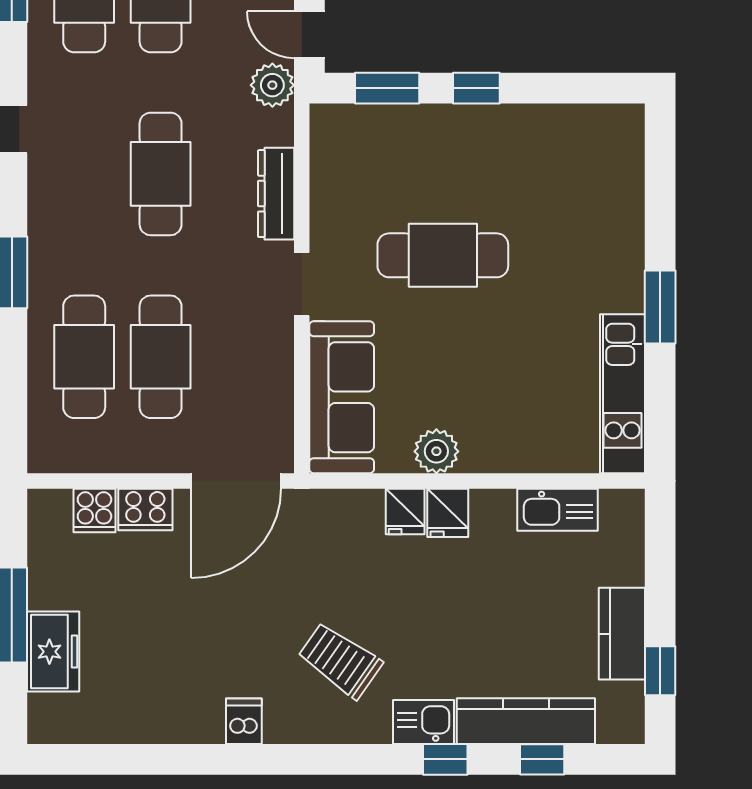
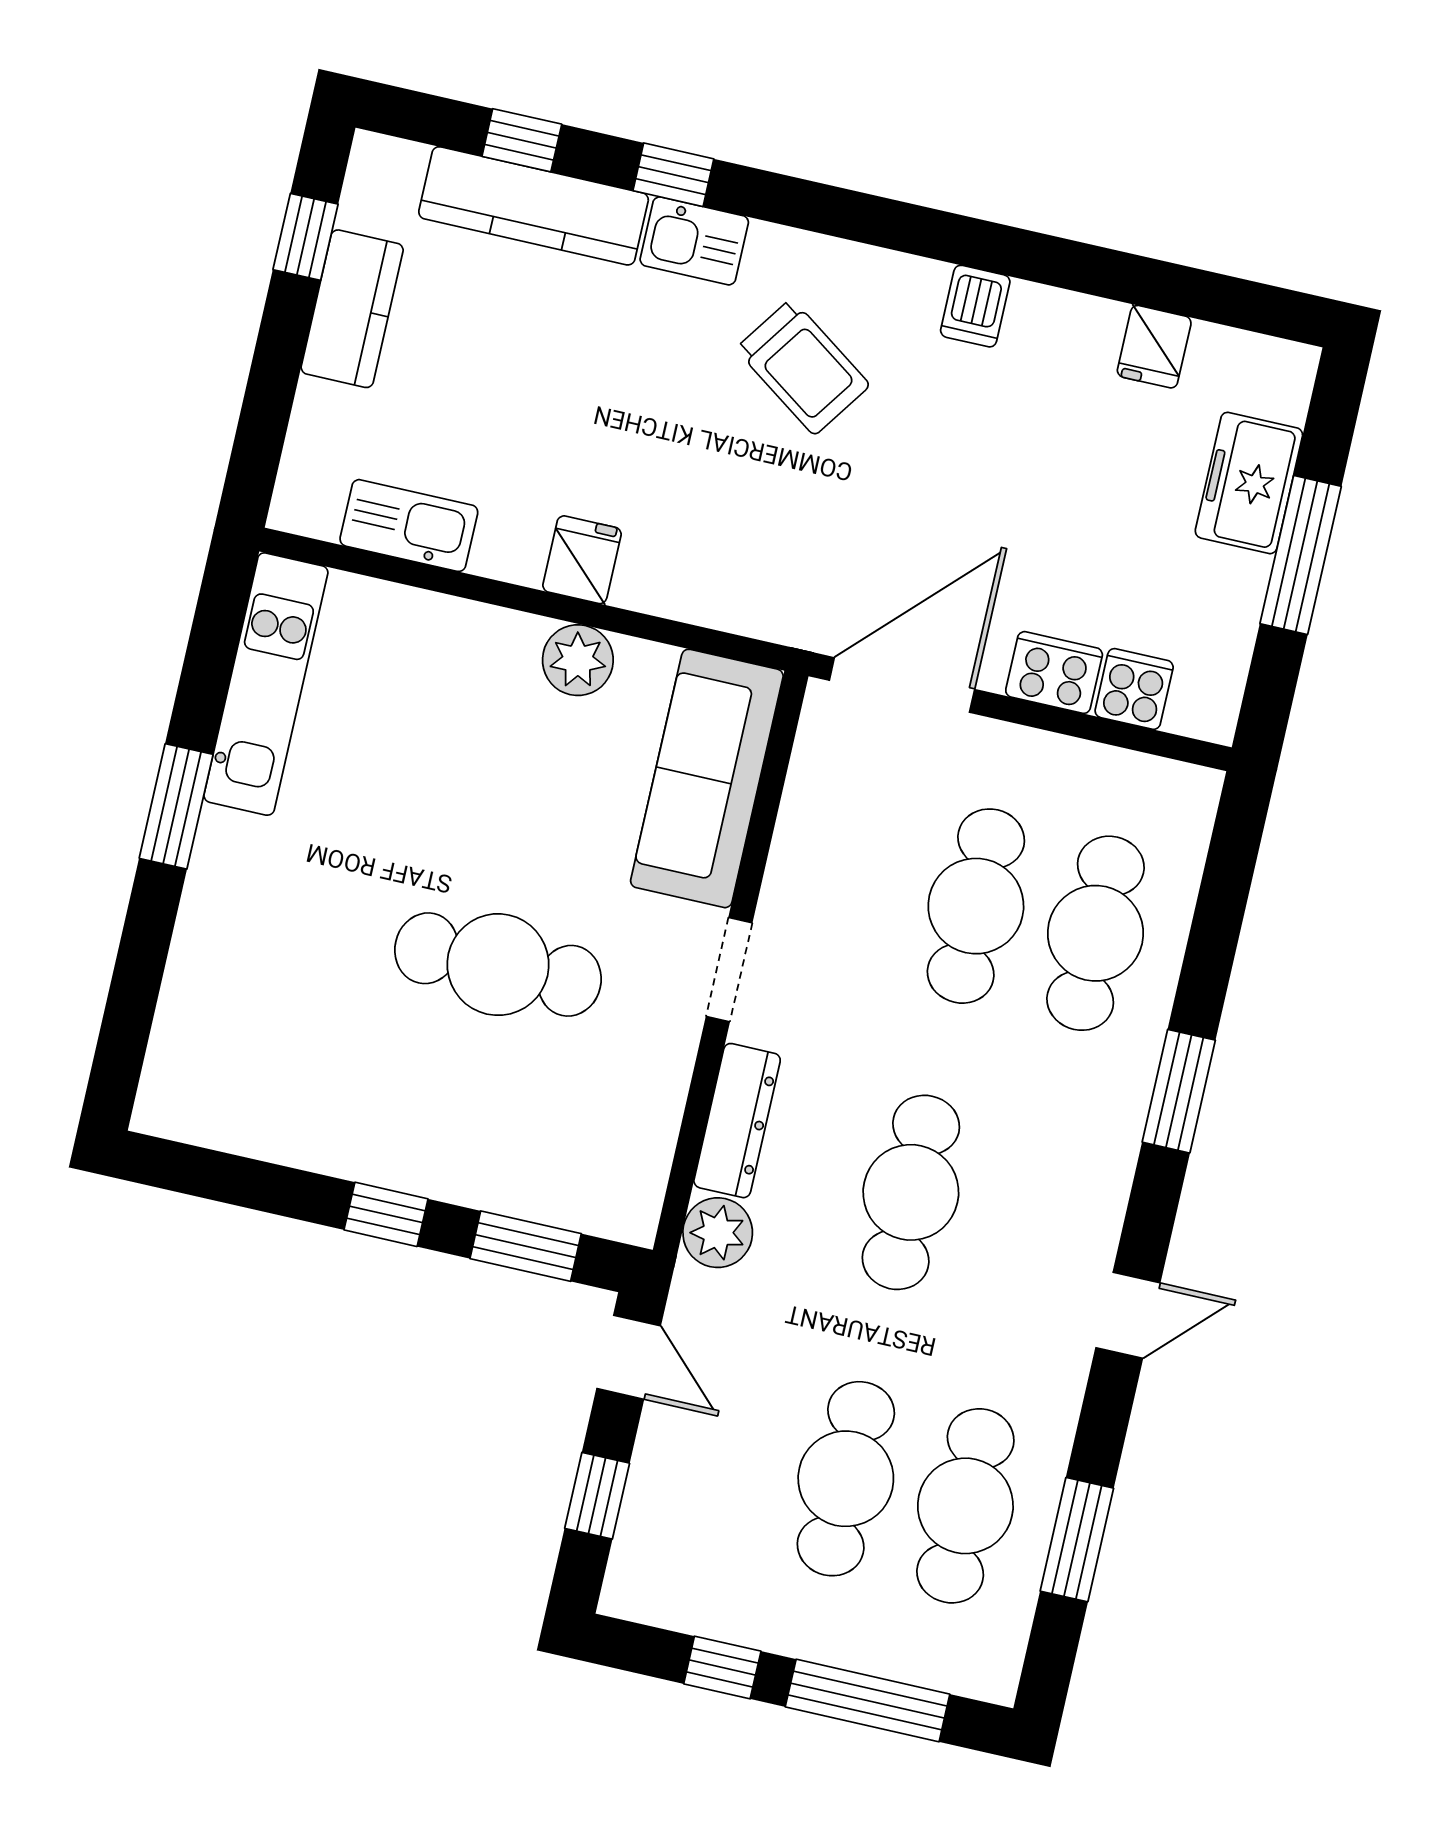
plant: (272, 85) -> (718, 1233), moved
fridge: (405, 511) -> (1154, 347), moved, turned 180

